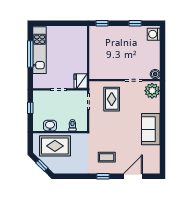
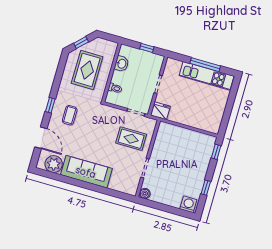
plant: (152, 91) -> (54, 164), moved
sofa: (151, 129) -> (86, 172), width x1.36
rug: (55, 146) -> (87, 70), moved

